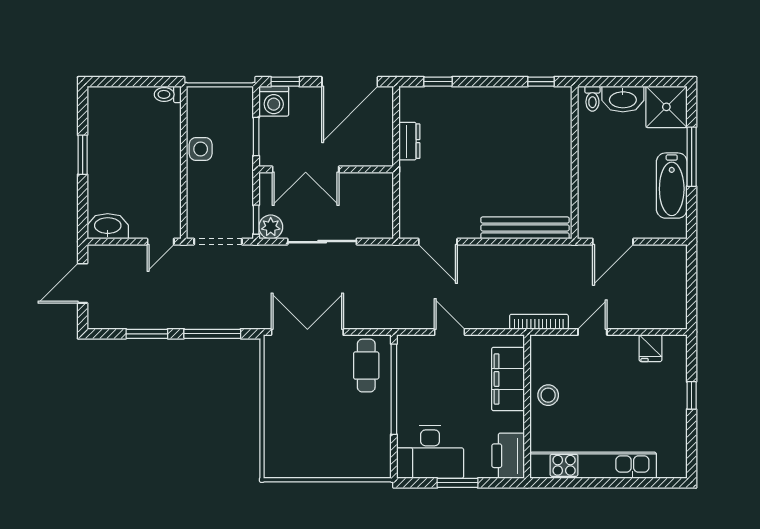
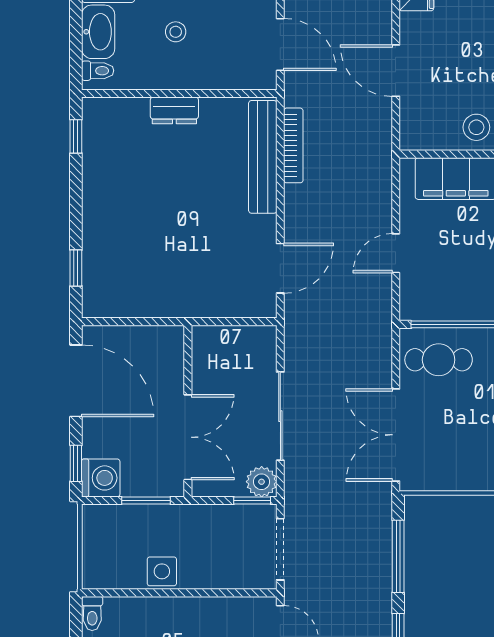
dresser: (409, 141) -> (174, 110), moved, turned 180
stool: (623, 160) -> (176, 32), added
bookcase: (539, 322) -> (293, 145), moved, turned 180
door: (592, 332) -> (396, 71), width x1.38

